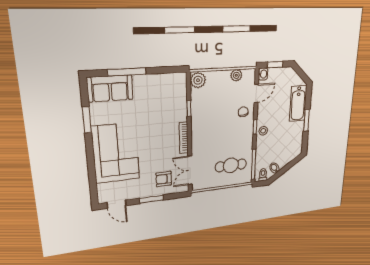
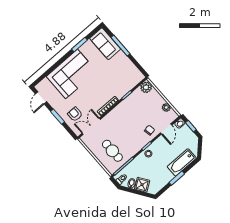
door: (256, 93) -> (166, 129), hinge flipped
shower: (284, 159) -> (142, 185), added

